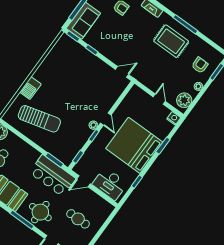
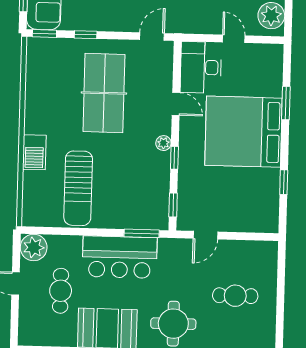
table tennis table: (82, 83) -> (104, 93), added
nightstand: (174, 118) -> (274, 52), removed
sun lounger: (39, 119) -> (78, 188), turned 105
door: (106, 119) -> (176, 104), moved
bar counter: (53, 176) -> (120, 257), moved
desk: (110, 184) -> (201, 67), moved, turned 90

